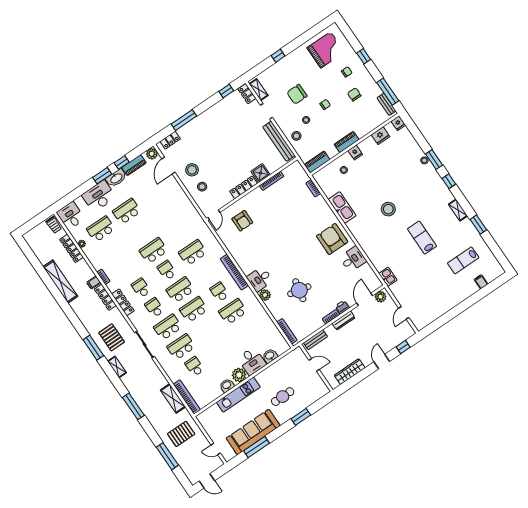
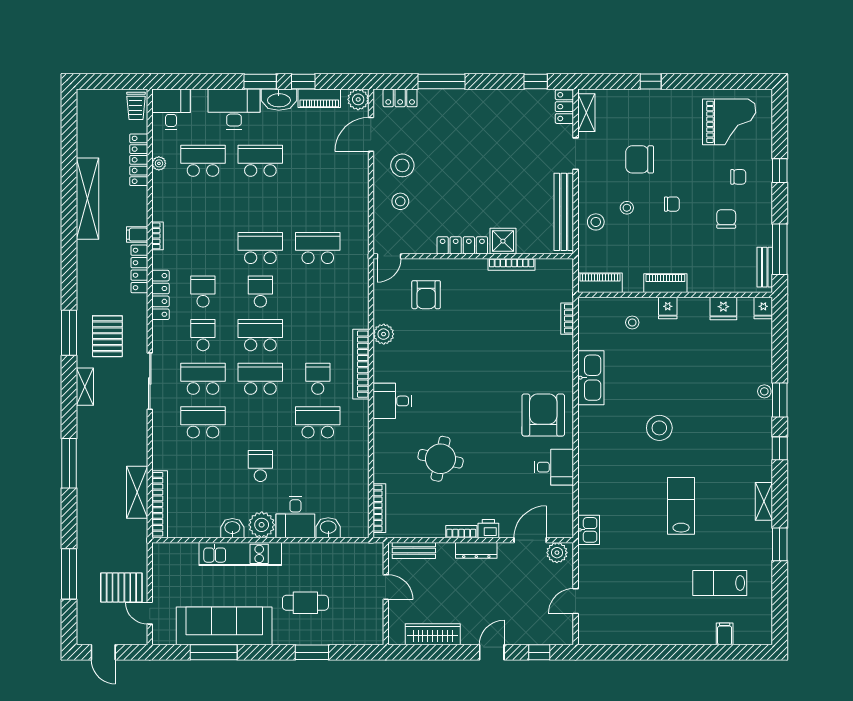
school desk: (193, 253) -> (318, 248), moved
plant: (265, 295) -> (384, 334), moved
school desk: (195, 366) -> (260, 466), moved
pallet: (181, 434) -> (121, 587), moved

